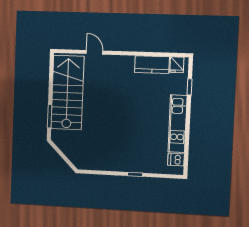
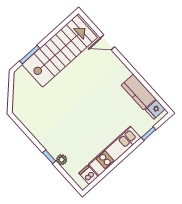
door: (95, 52) -> (107, 42), swing flipped
plant: (146, 168) -> (62, 160), added

